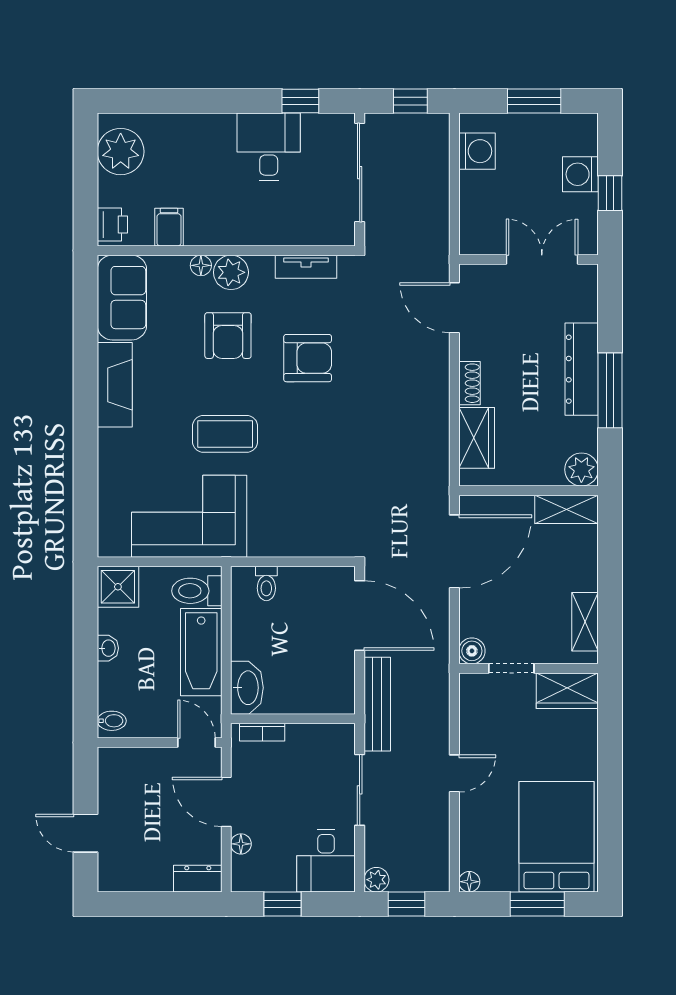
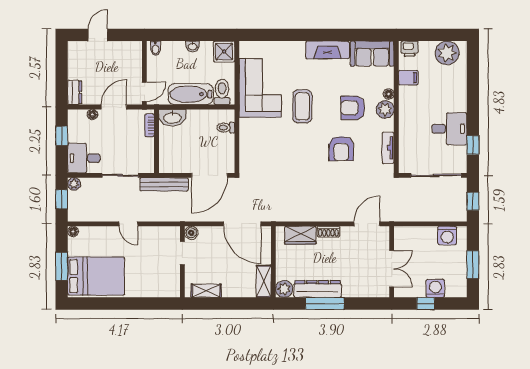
dresser: (582, 369) -> (318, 289), moved
wardrobe: (567, 691) -> (171, 282), removed

